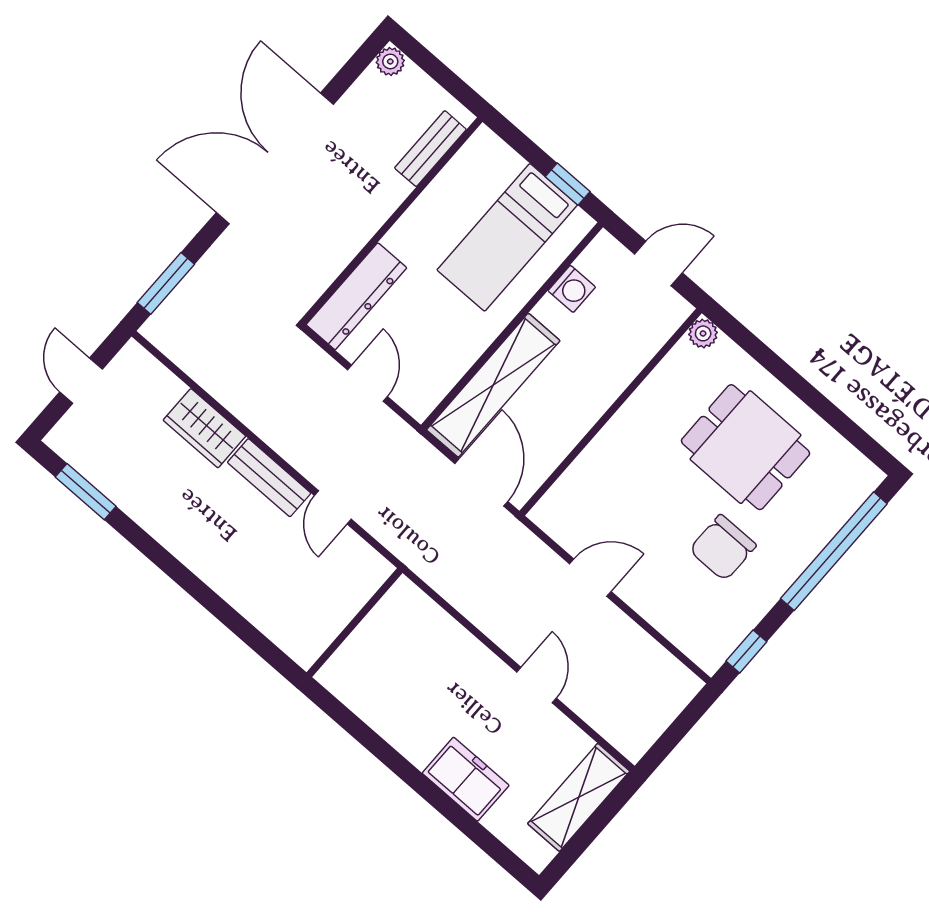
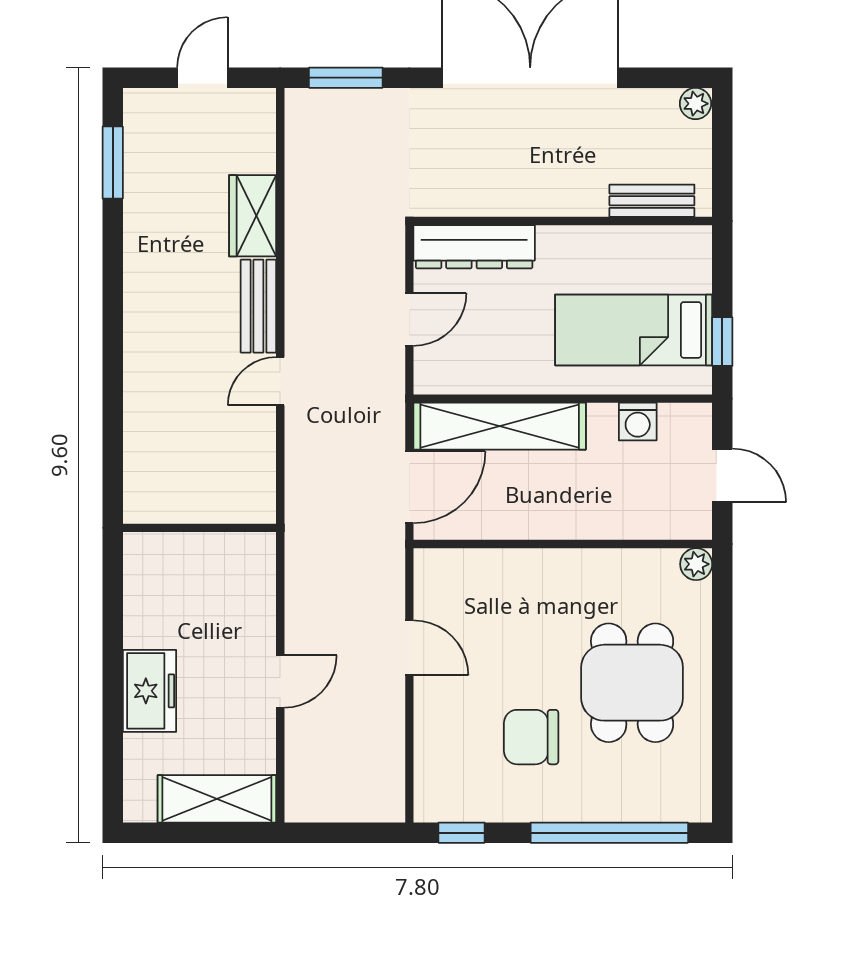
wall: (355, 623) -> (199, 528), moved

